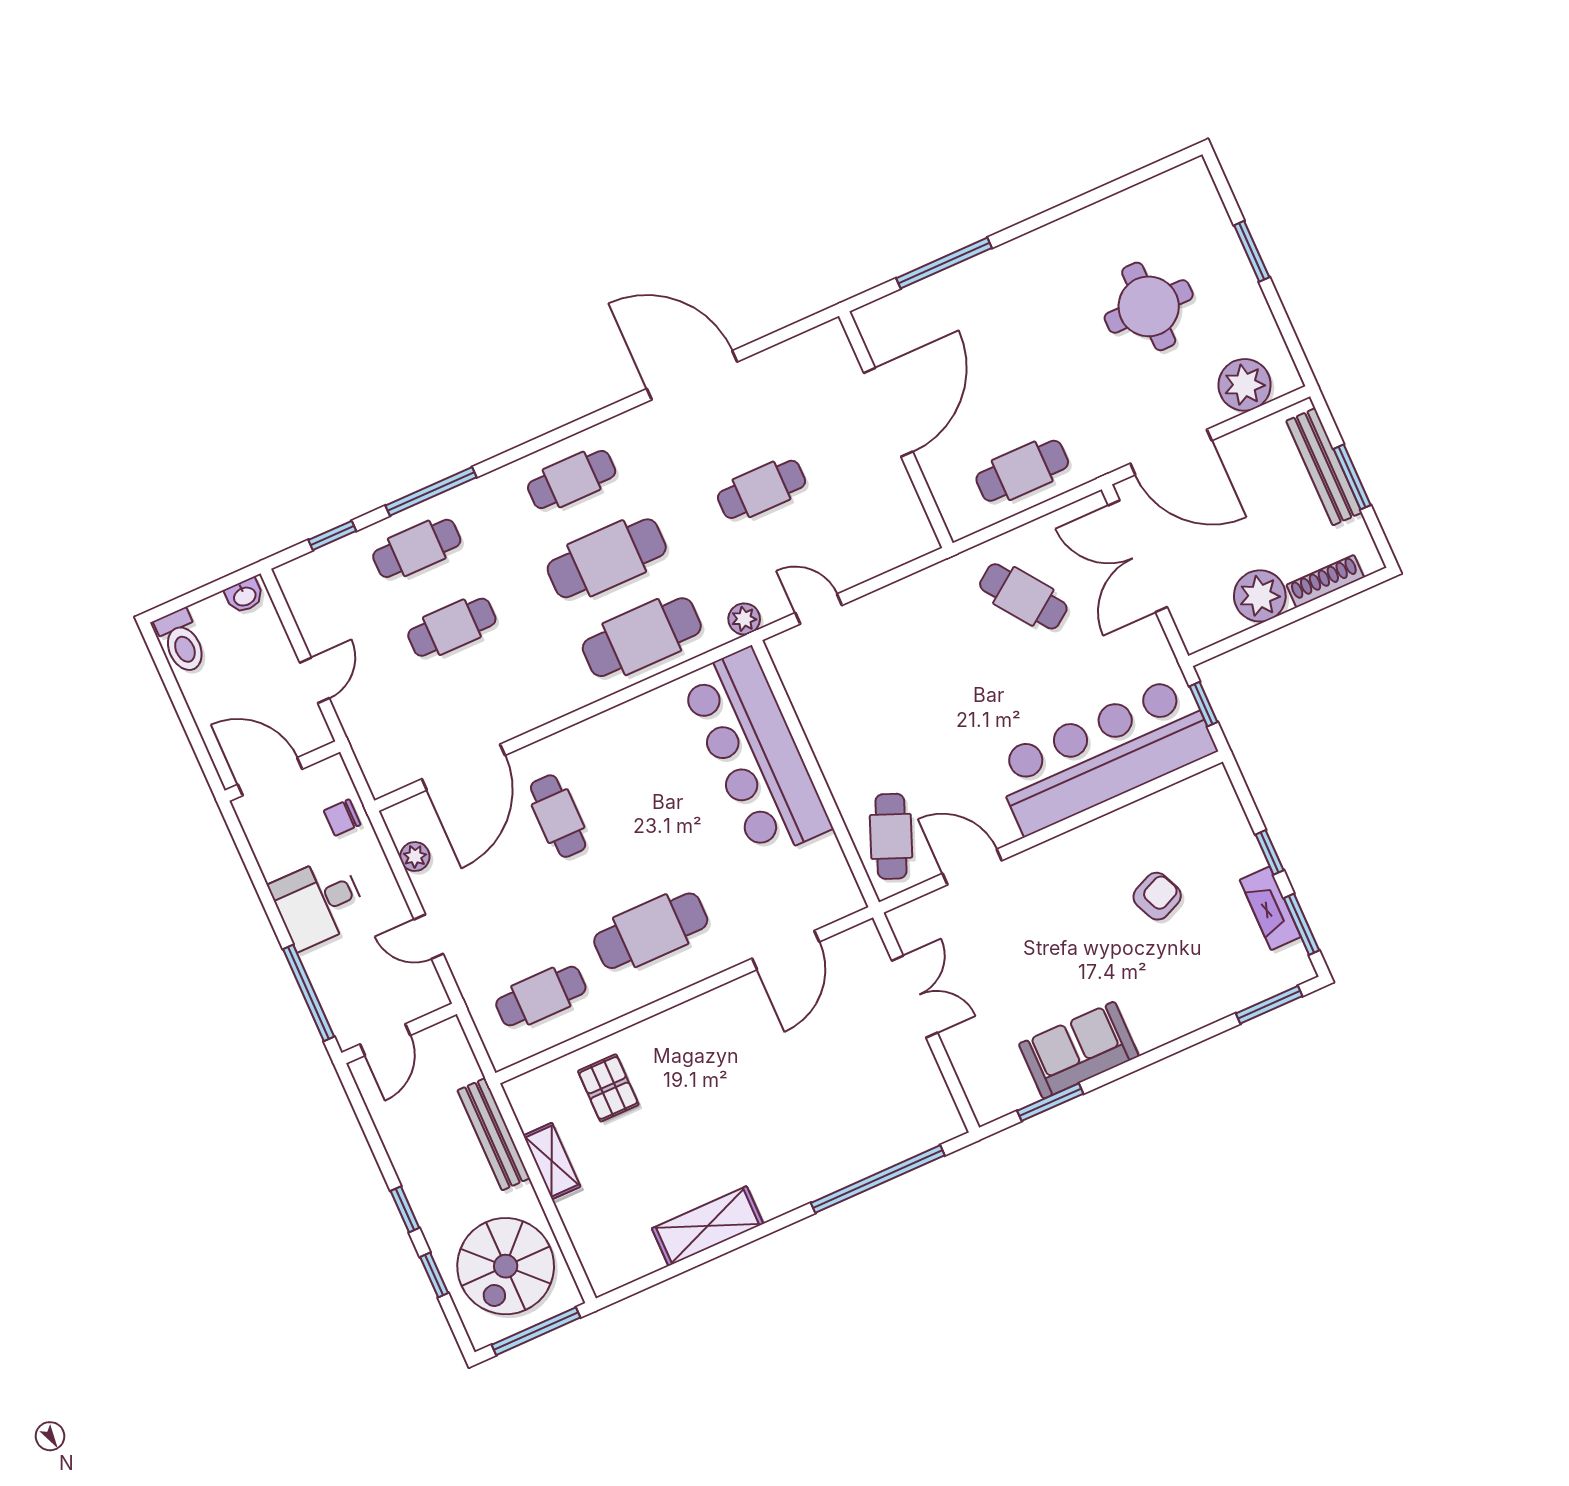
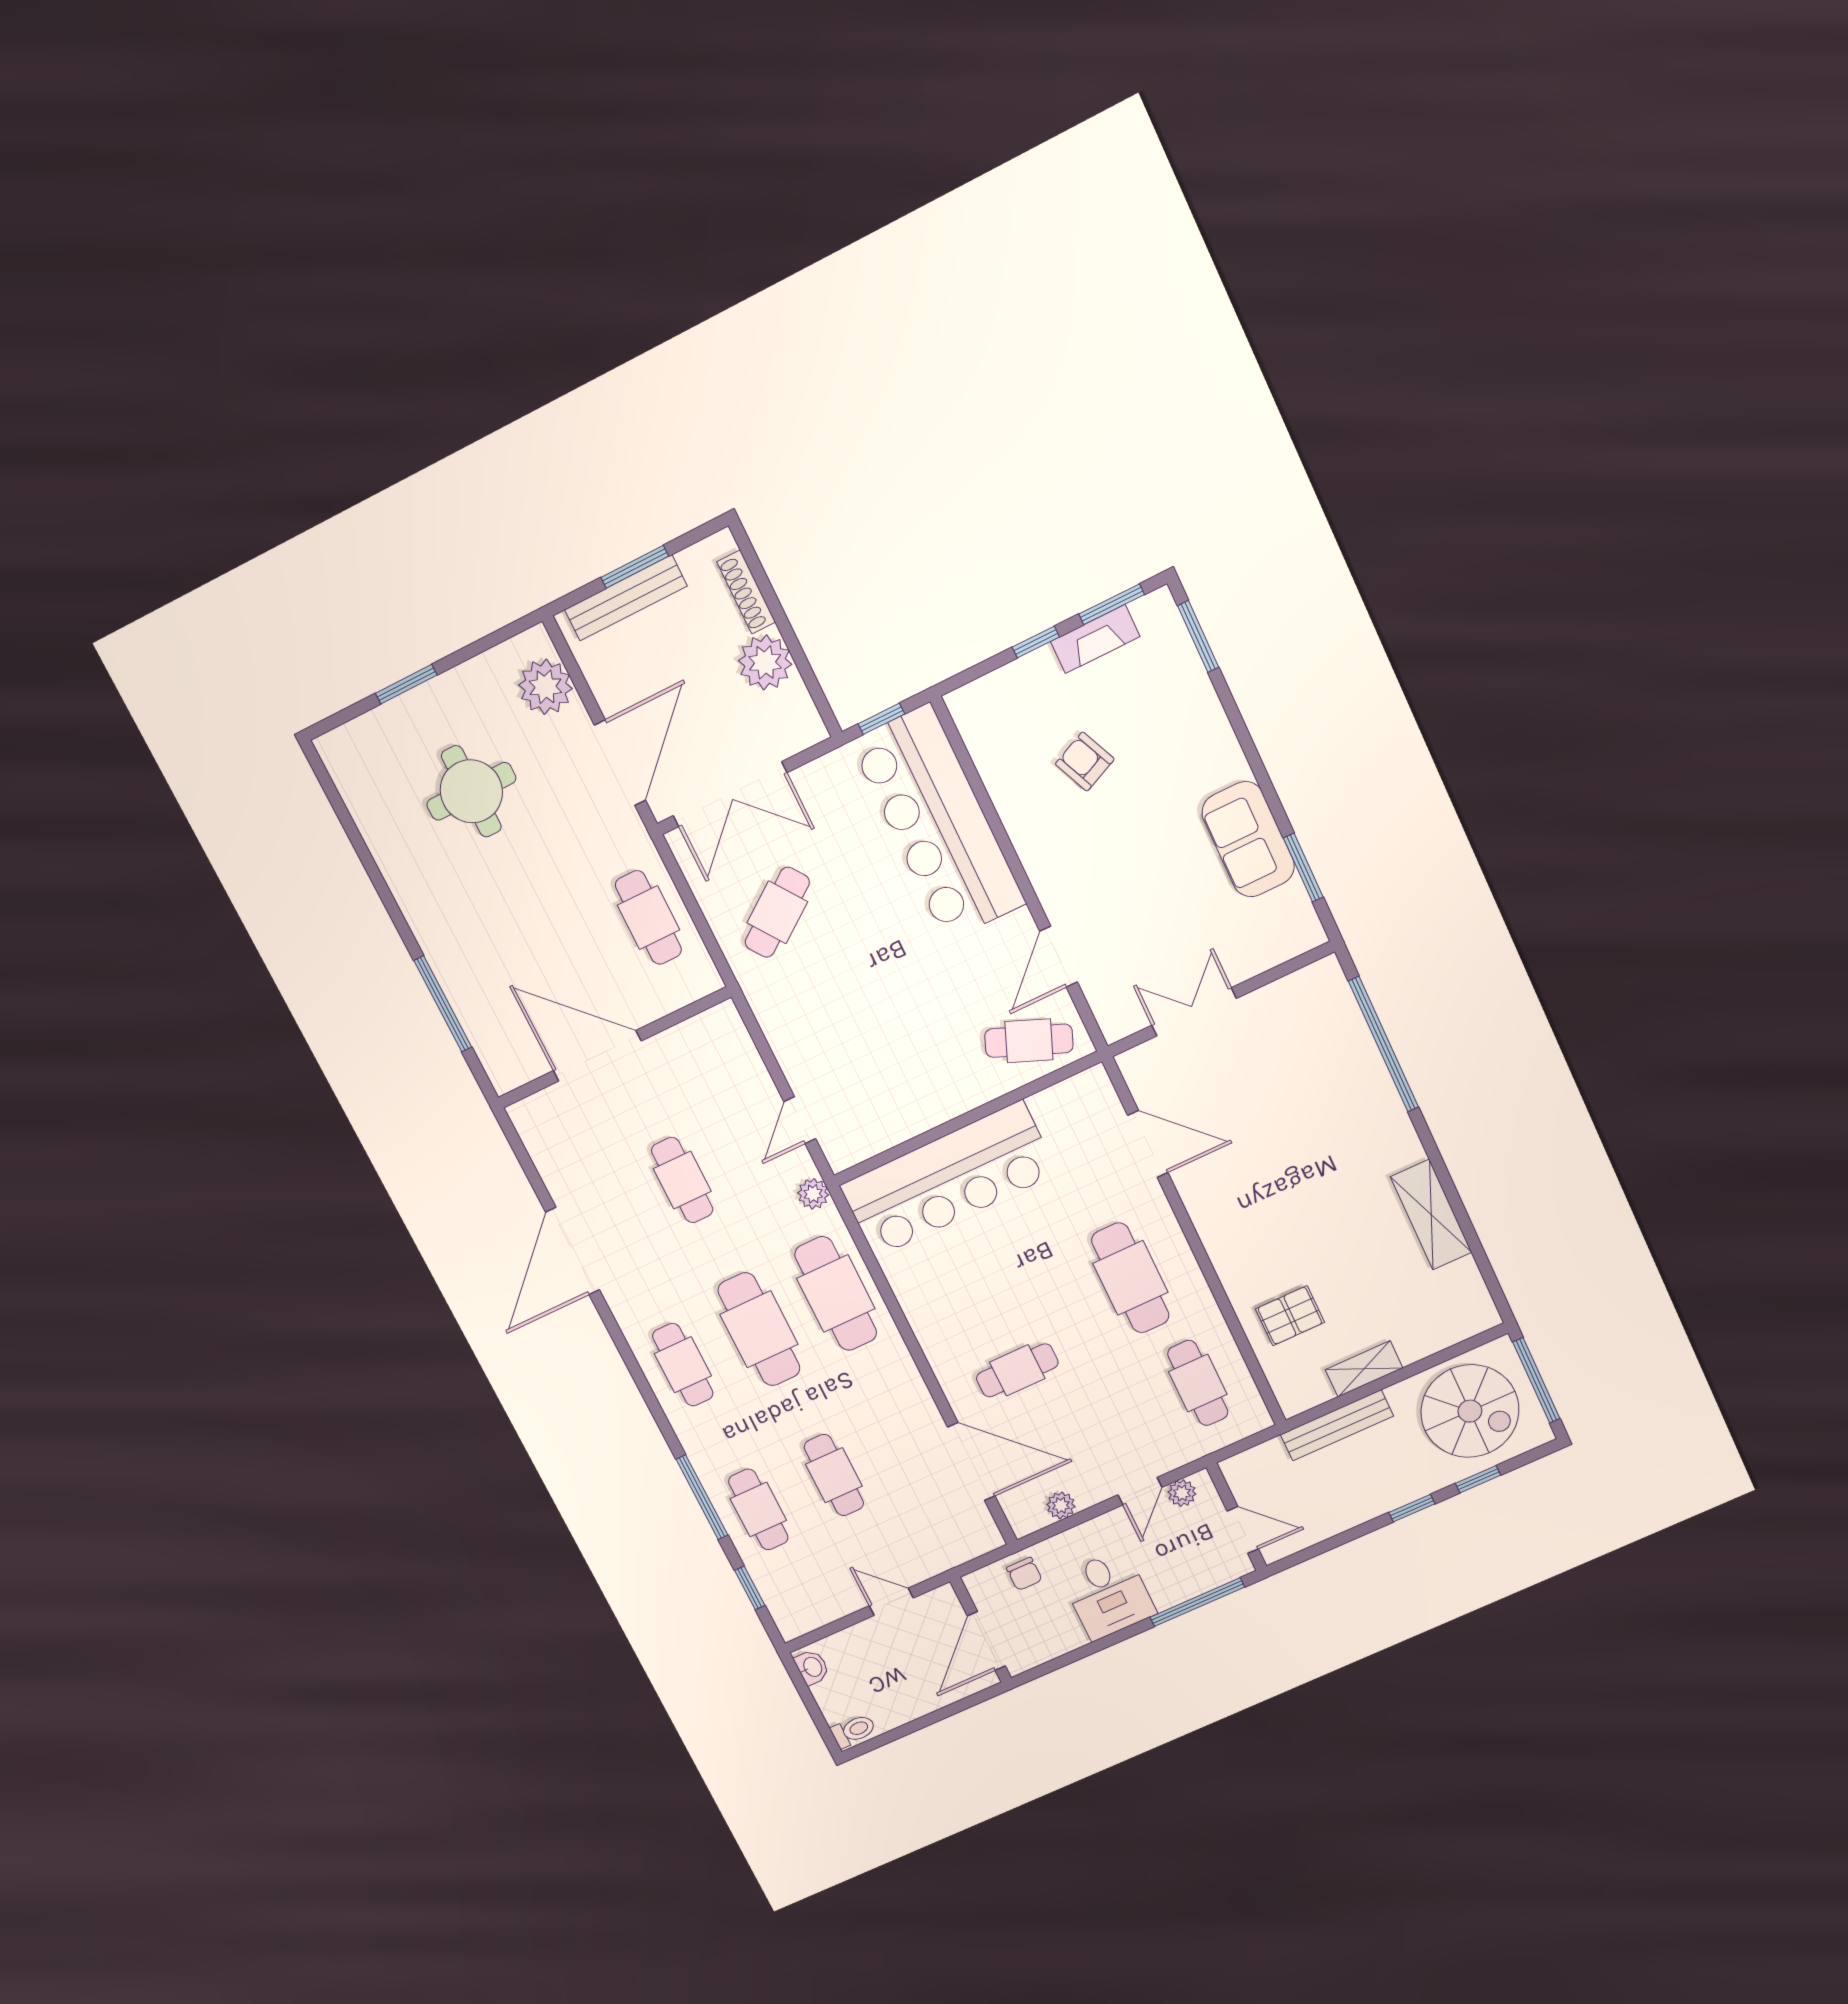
toilet: (182, 642) -> (854, 1731), width x0.73, depth x0.72
plant: (426, 979) -> (1182, 1493), added

